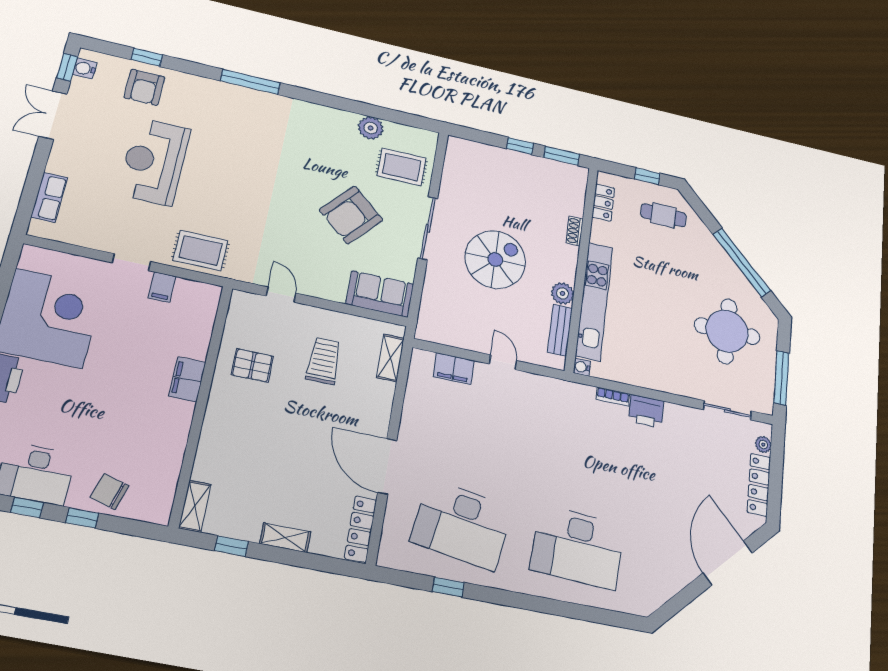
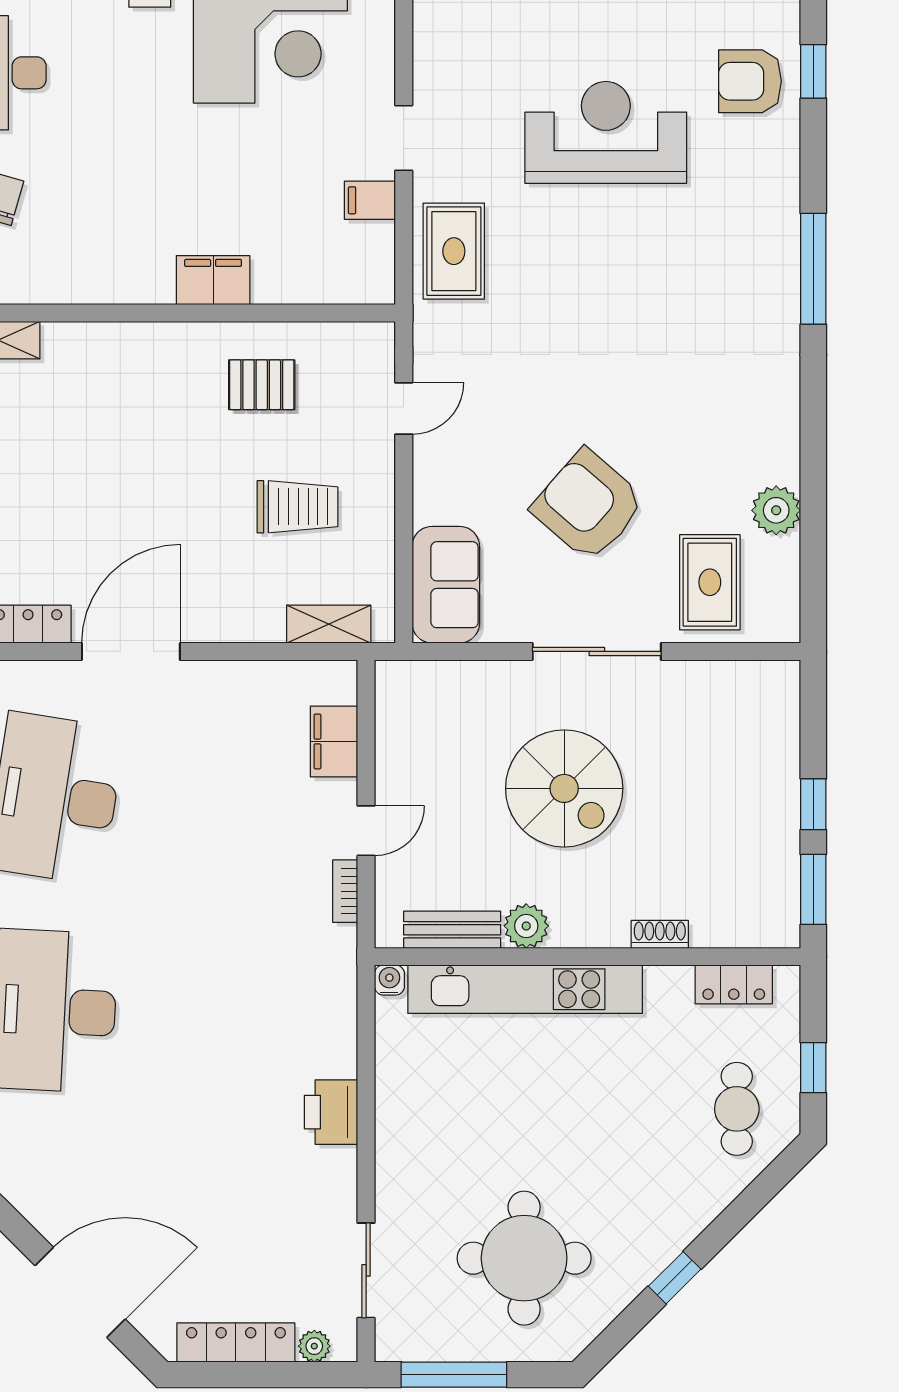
window: (742, 262) -> (675, 1278), width x0.32
pallet: (252, 365) -> (262, 385), turned 90
bookcase: (613, 397) -> (345, 891), moved

